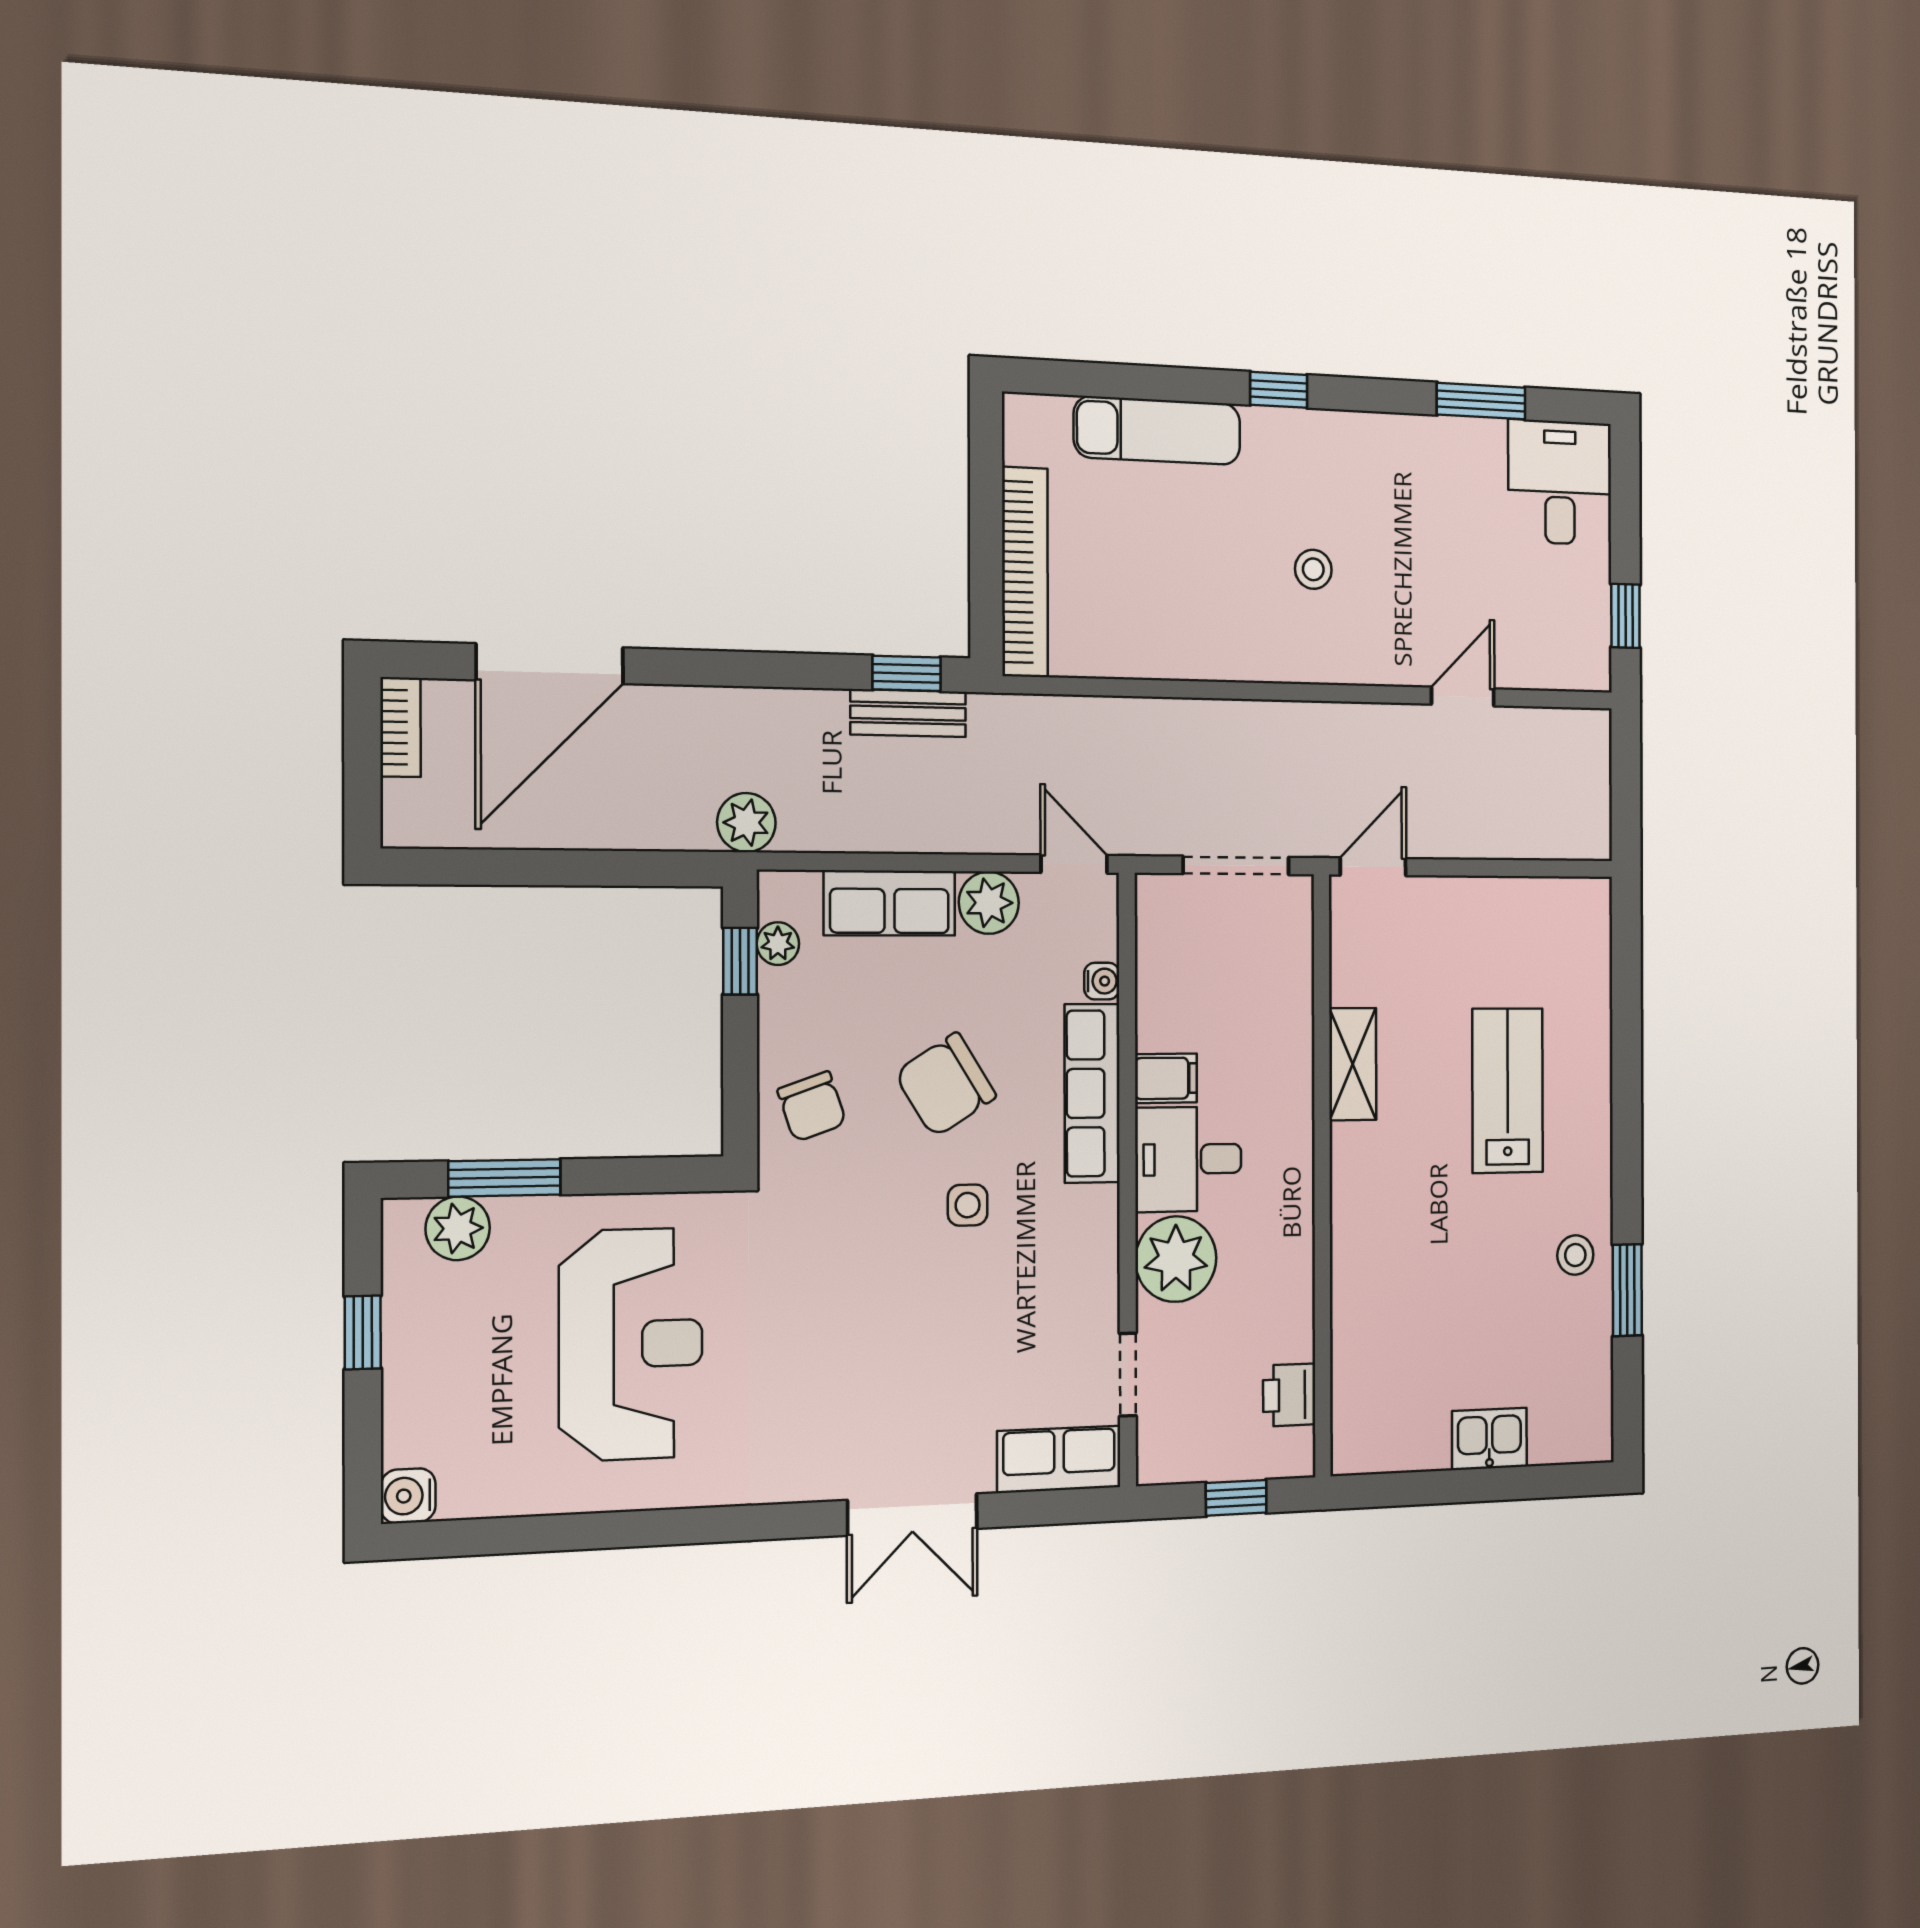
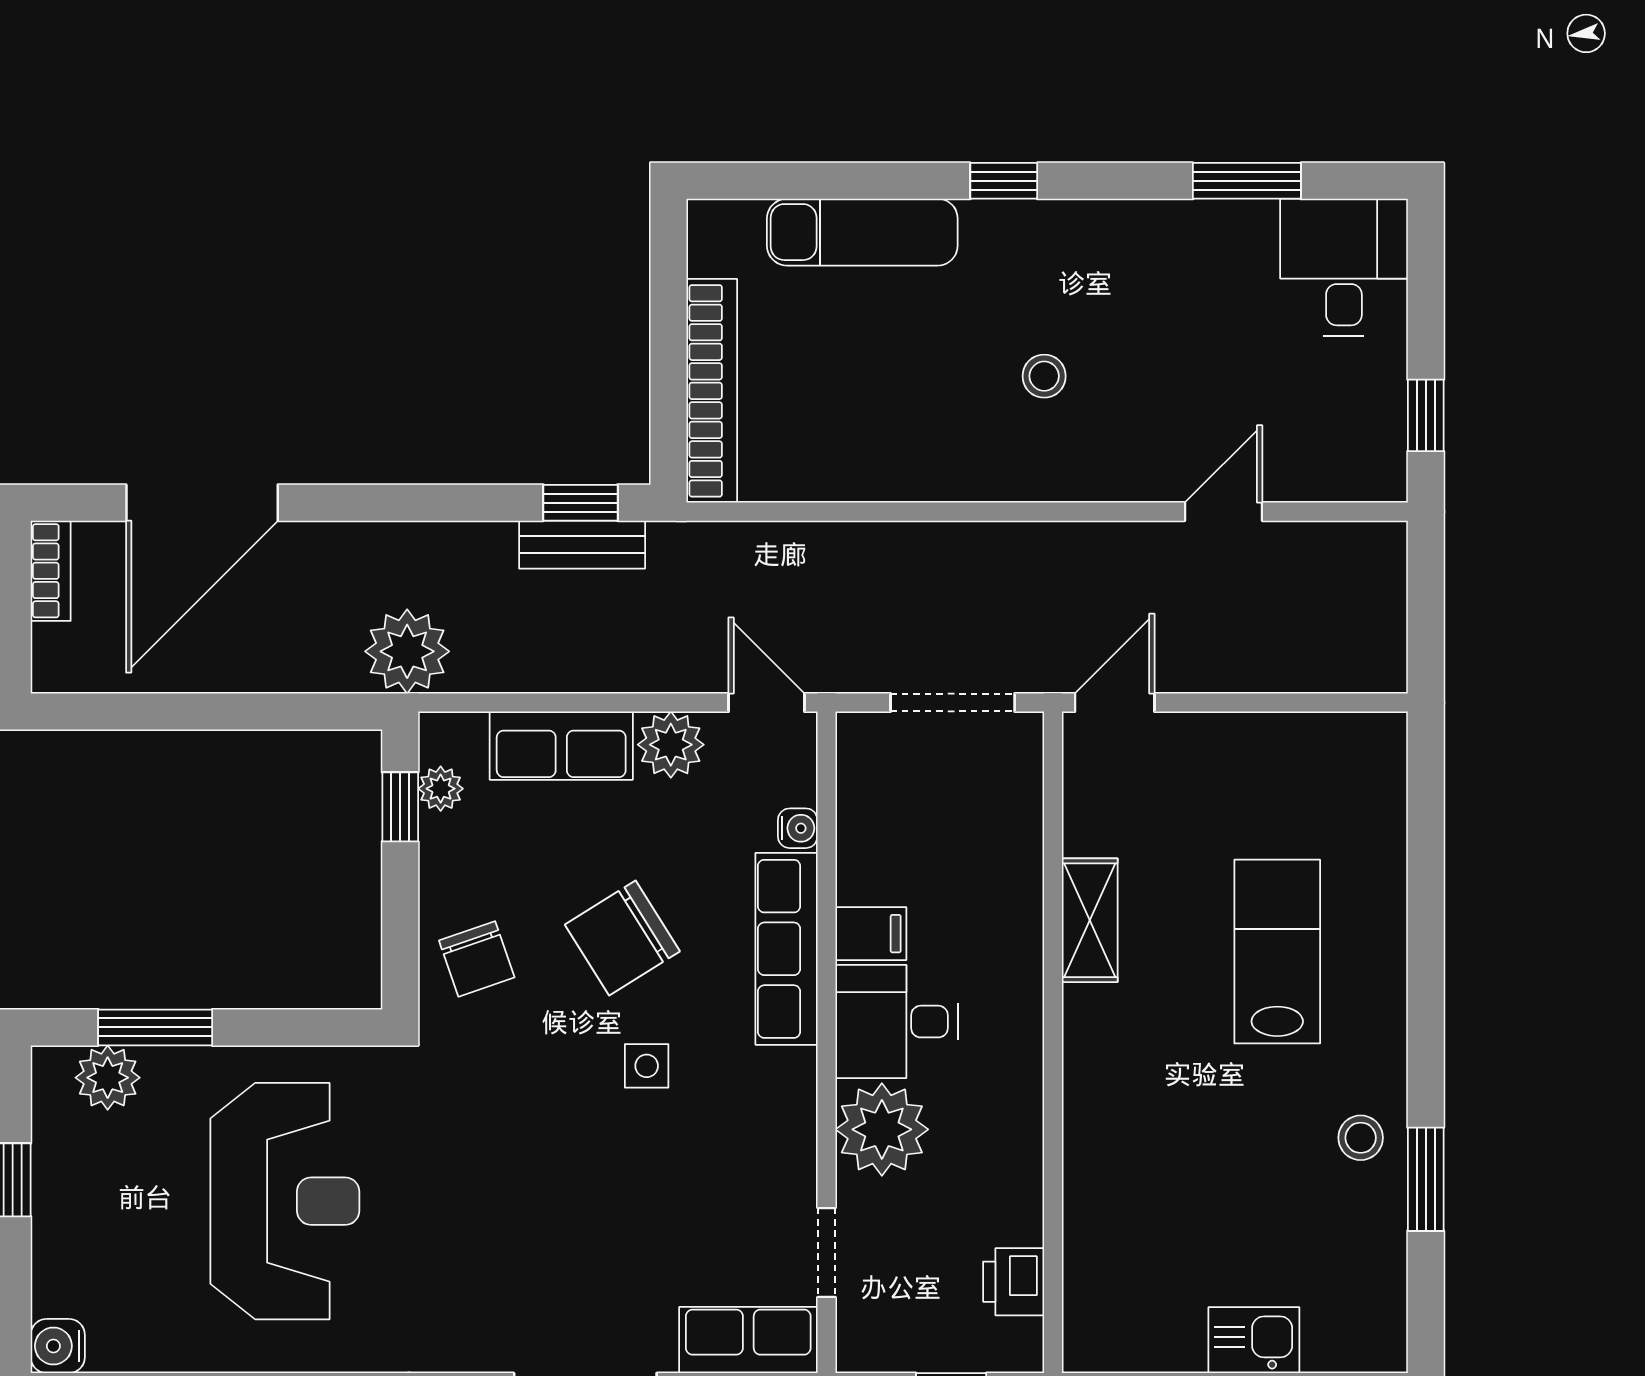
plant: (746, 823) -> (407, 651), width x1.36, depth x1.36

